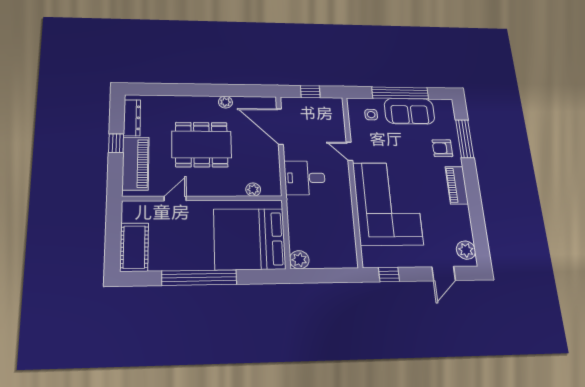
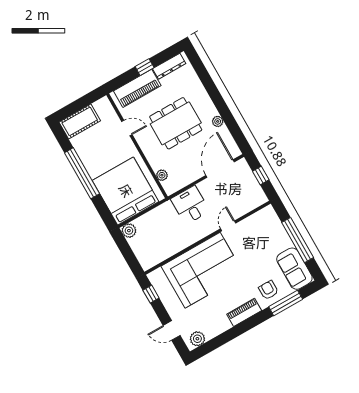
sofa: (409, 111) -> (294, 269), moved
side table: (371, 115) -> (267, 227), removed
dining table: (202, 145) -> (176, 123), turned 90

